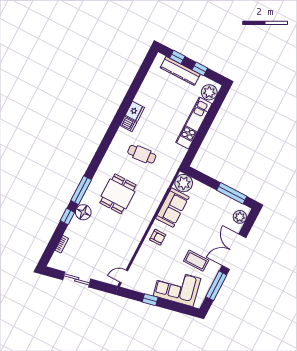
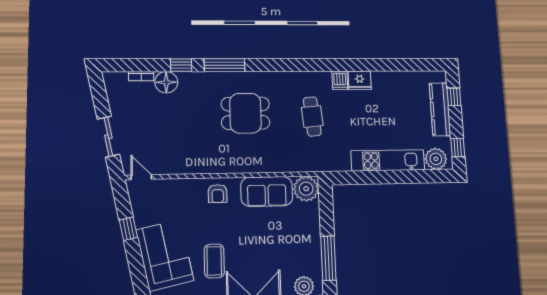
window: (200, 69) -> (458, 147), moved
floor lamp: (83, 212) -> (166, 82), moved
sliding door: (77, 279) -> (108, 137), moved

